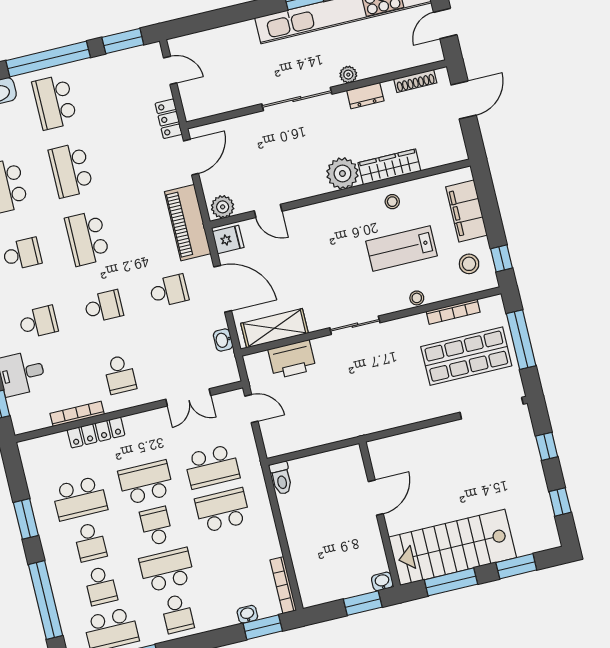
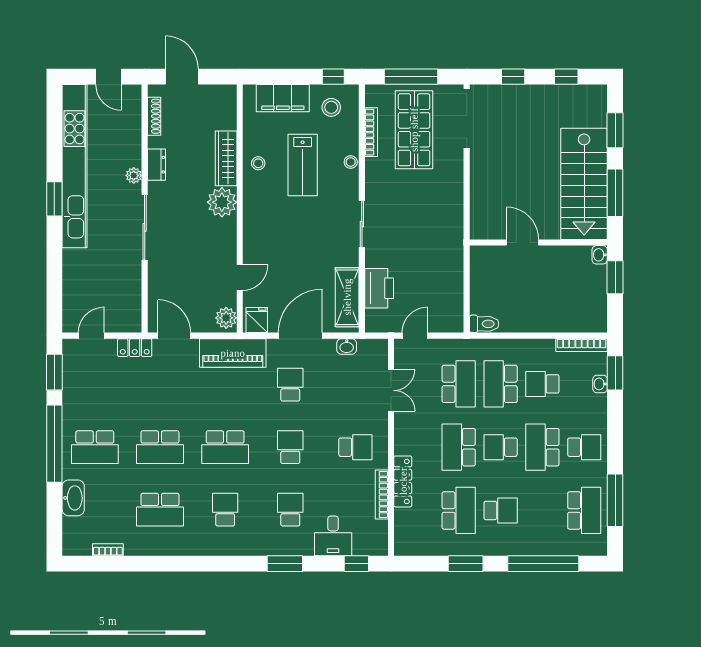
school desk: (101, 586) -> (542, 384), moved, turned 180

